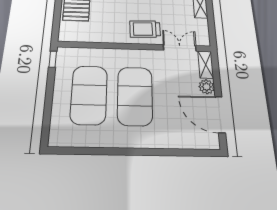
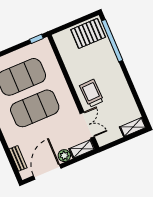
bench: (190, 143) -> (18, 158), added

